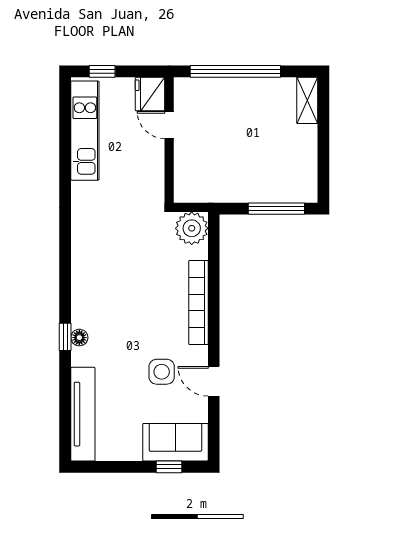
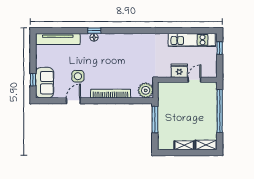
fridge: (150, 94) -> (179, 71), moved
shelving: (308, 147) -> (184, 145), added
window: (276, 209) -> (155, 120), moved

